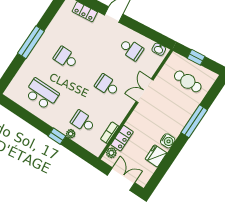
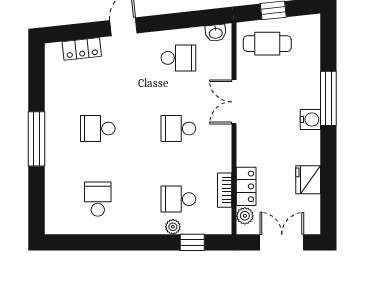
cafe table: (188, 81) -> (267, 44), moved
school desk: (42, 94) -> (98, 199), width x0.54
window: (57, 136) -> (192, 242), moved
water cooler: (168, 141) -> (310, 119), moved

